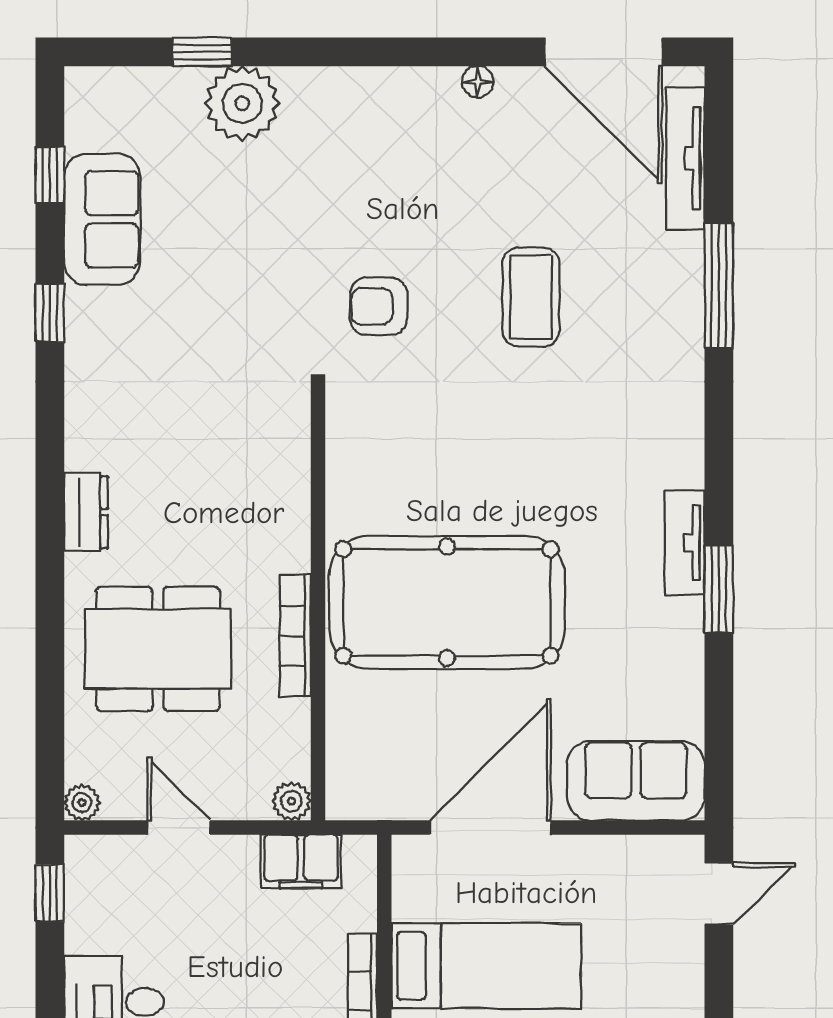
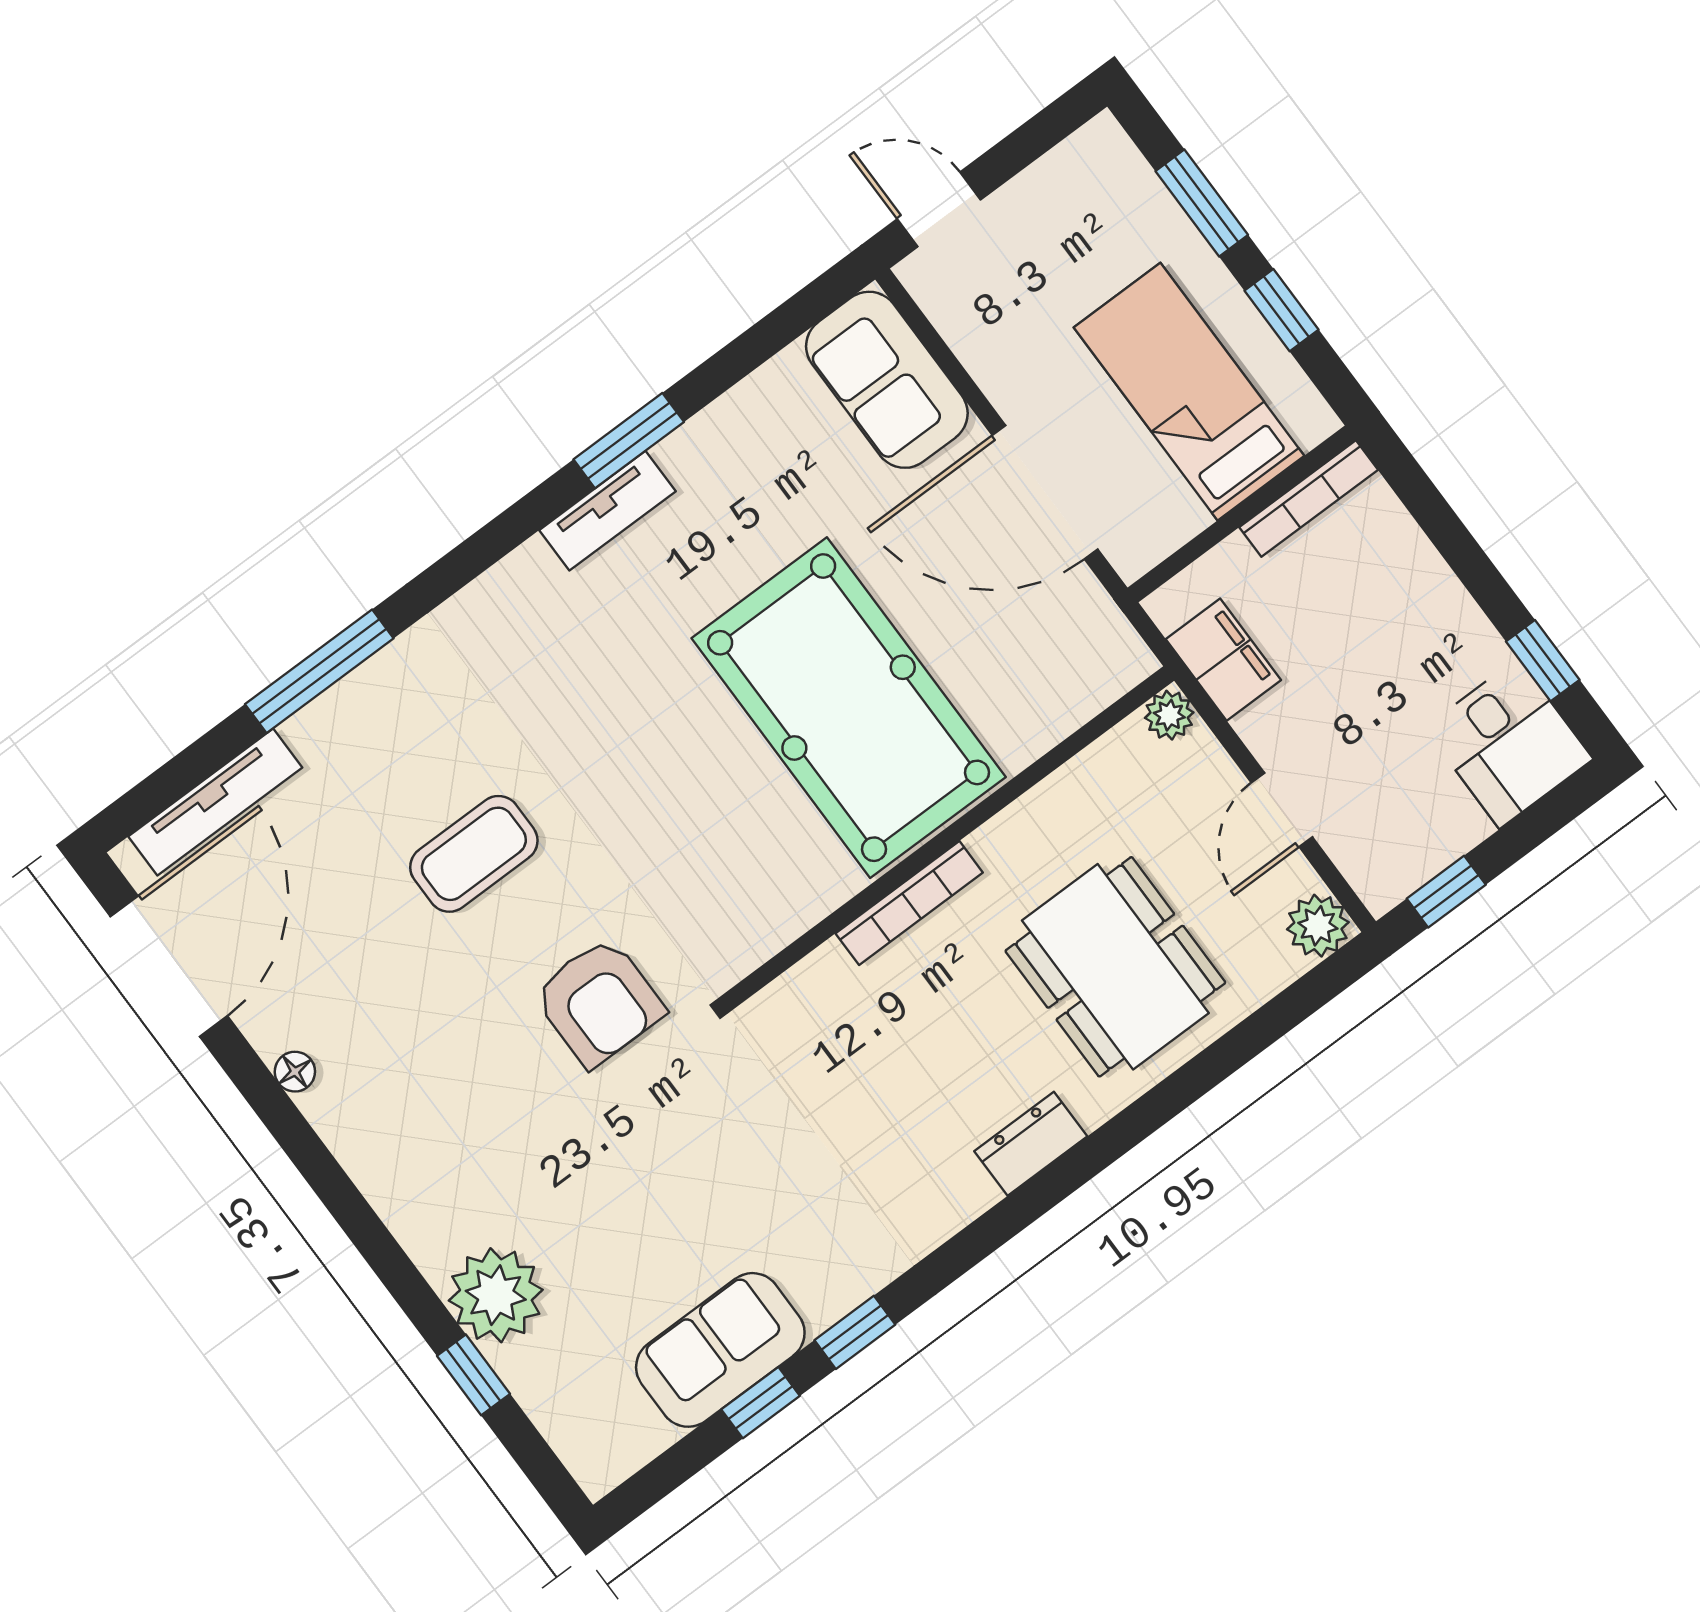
window: (50, 175) -> (761, 1403), moved
armchair: (379, 306) -> (599, 1002), width x1.38, depth x1.38
bookcase: (295, 636) -> (909, 903), moved
plant: (82, 803) -> (1318, 926), width x1.38, depth x1.38

